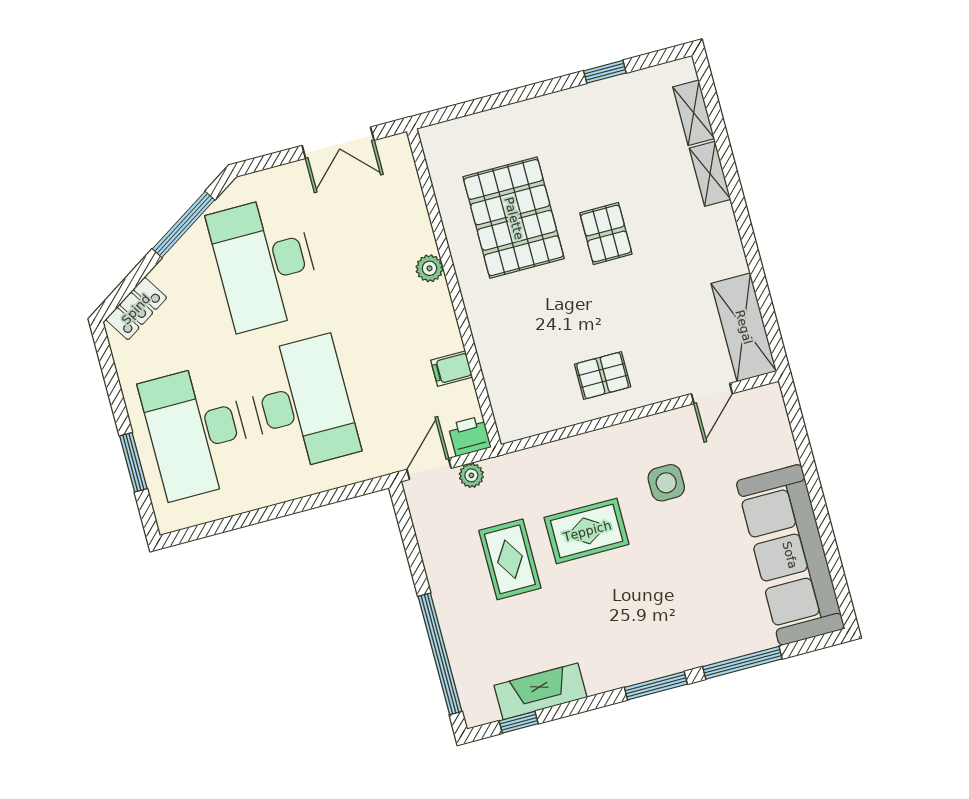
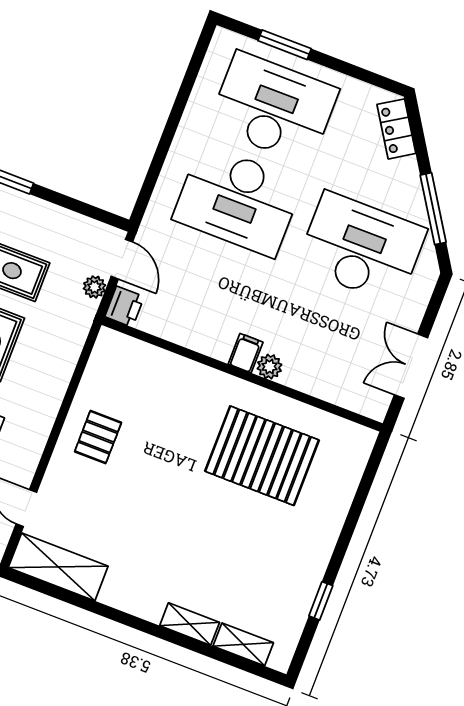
pallet: (606, 234) -> (201, 515), removed
filing cabinet: (452, 369) -> (246, 353), moved

